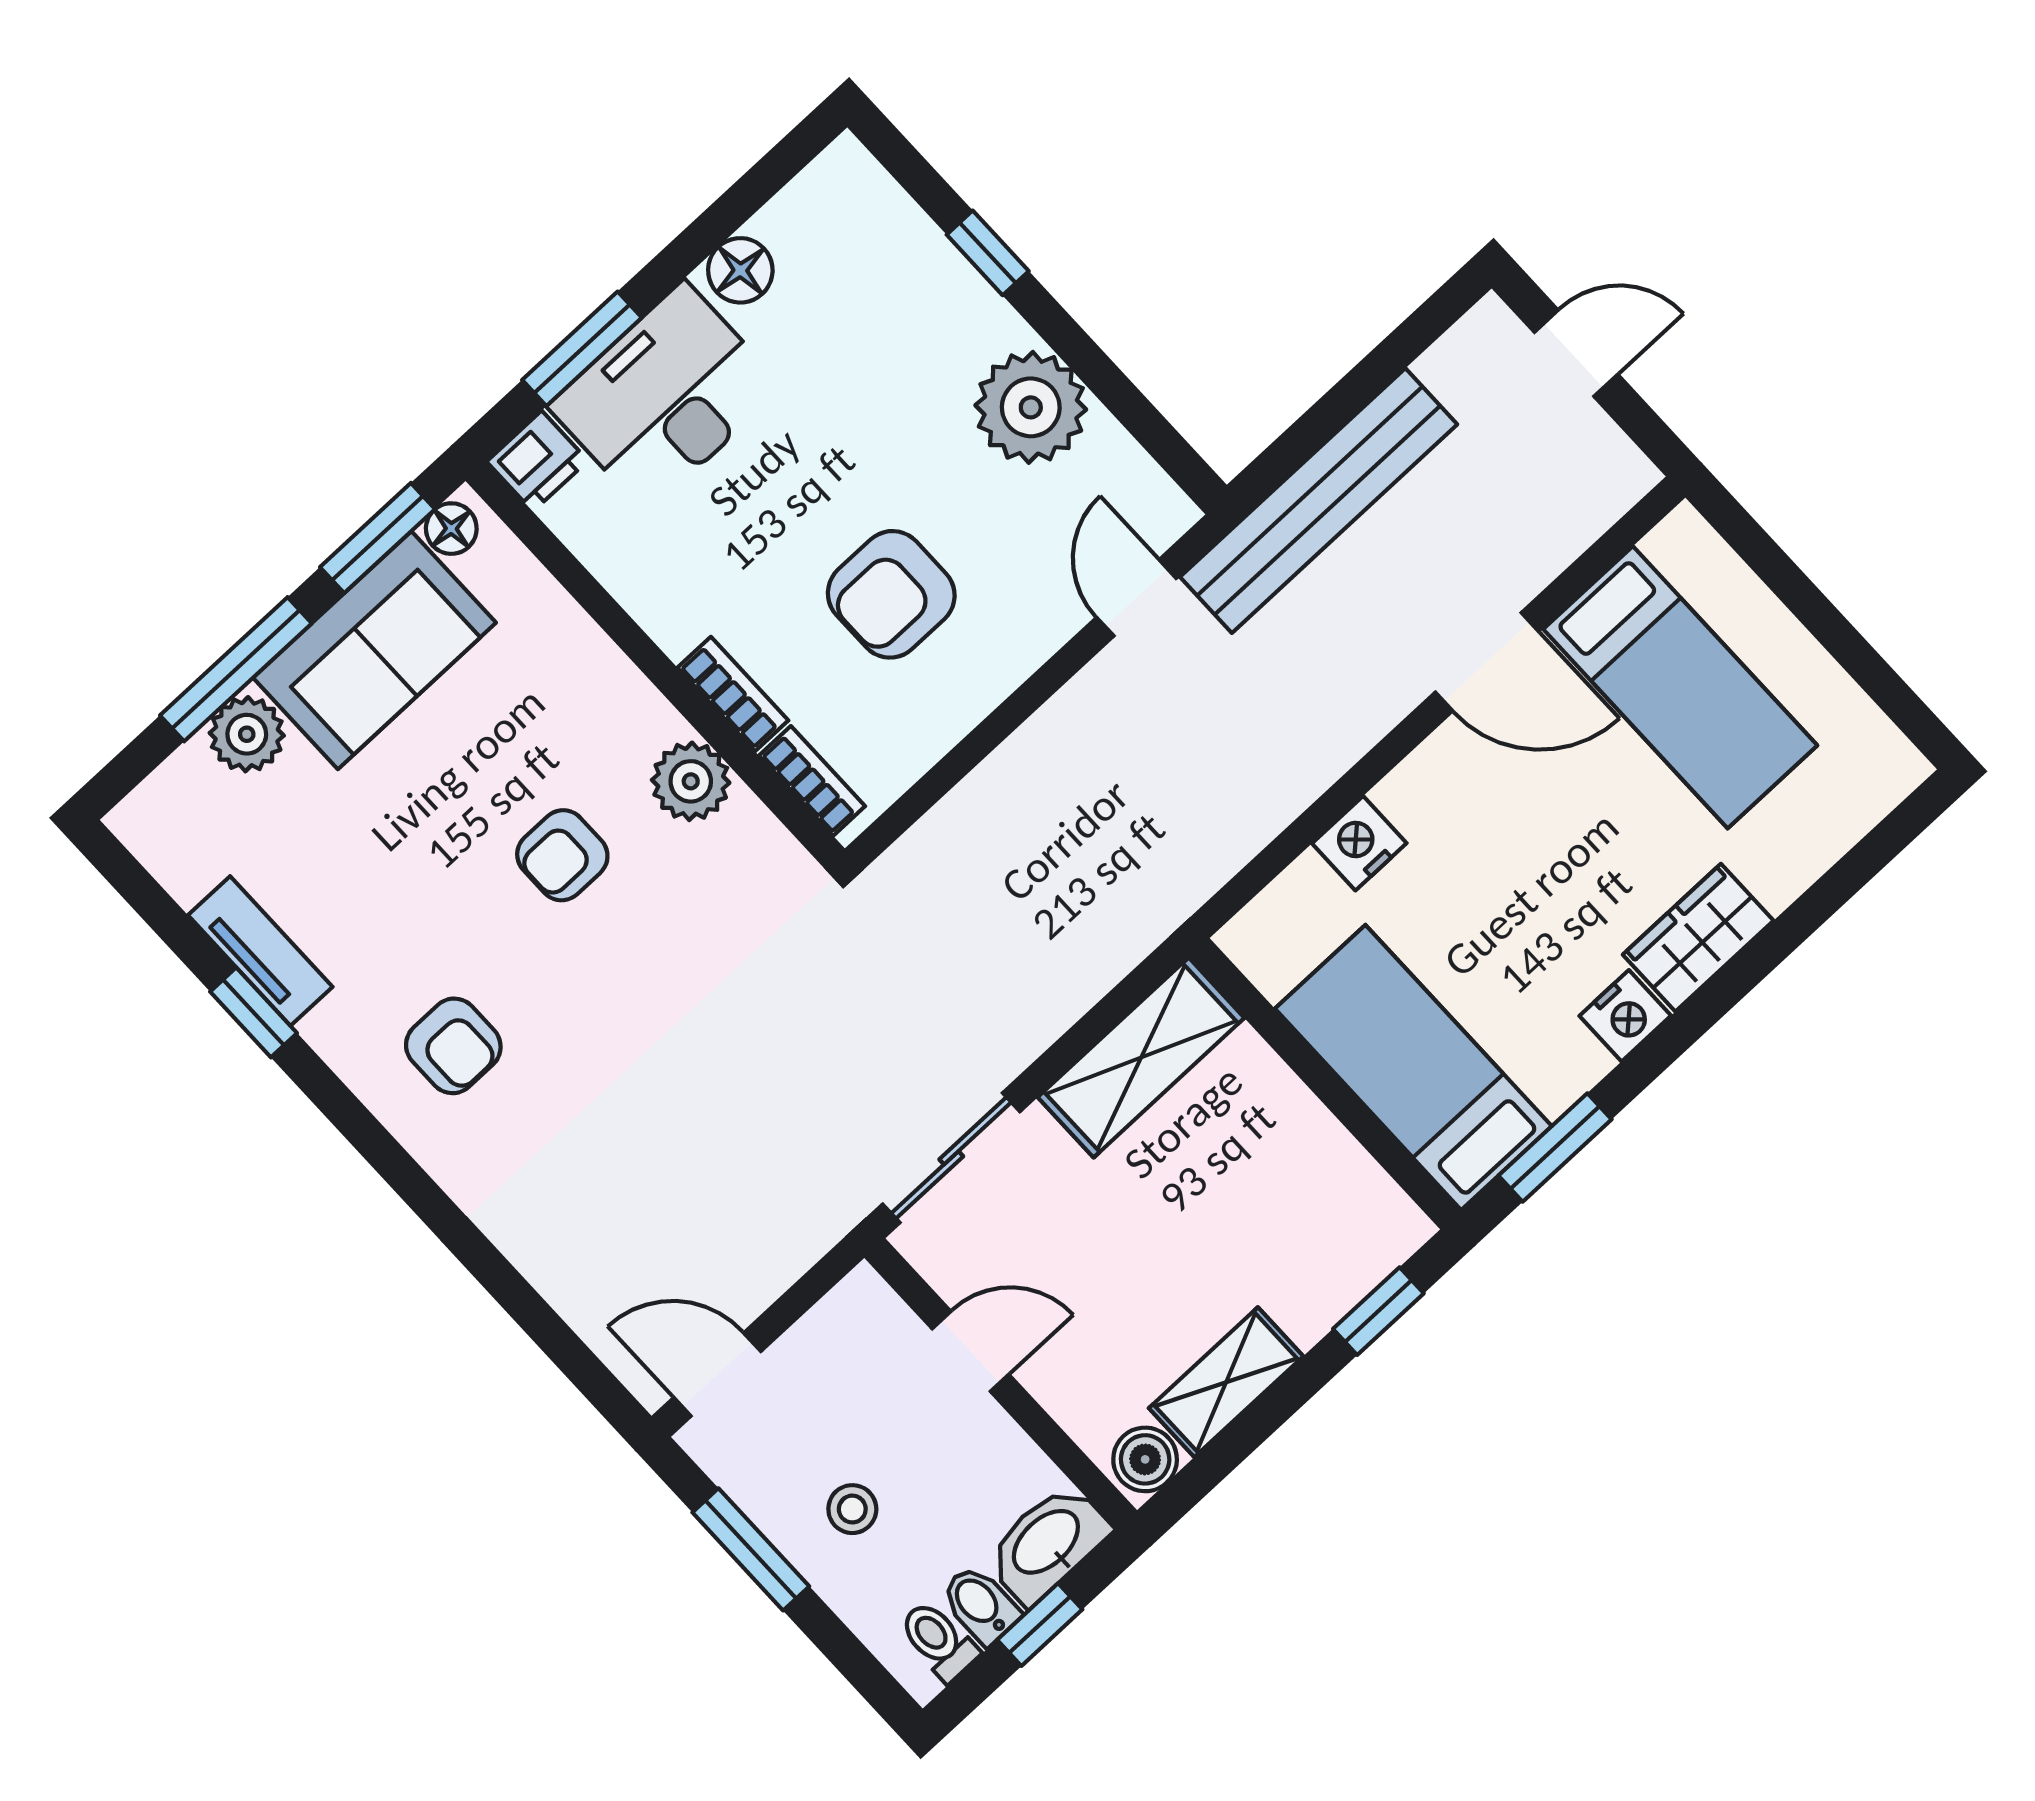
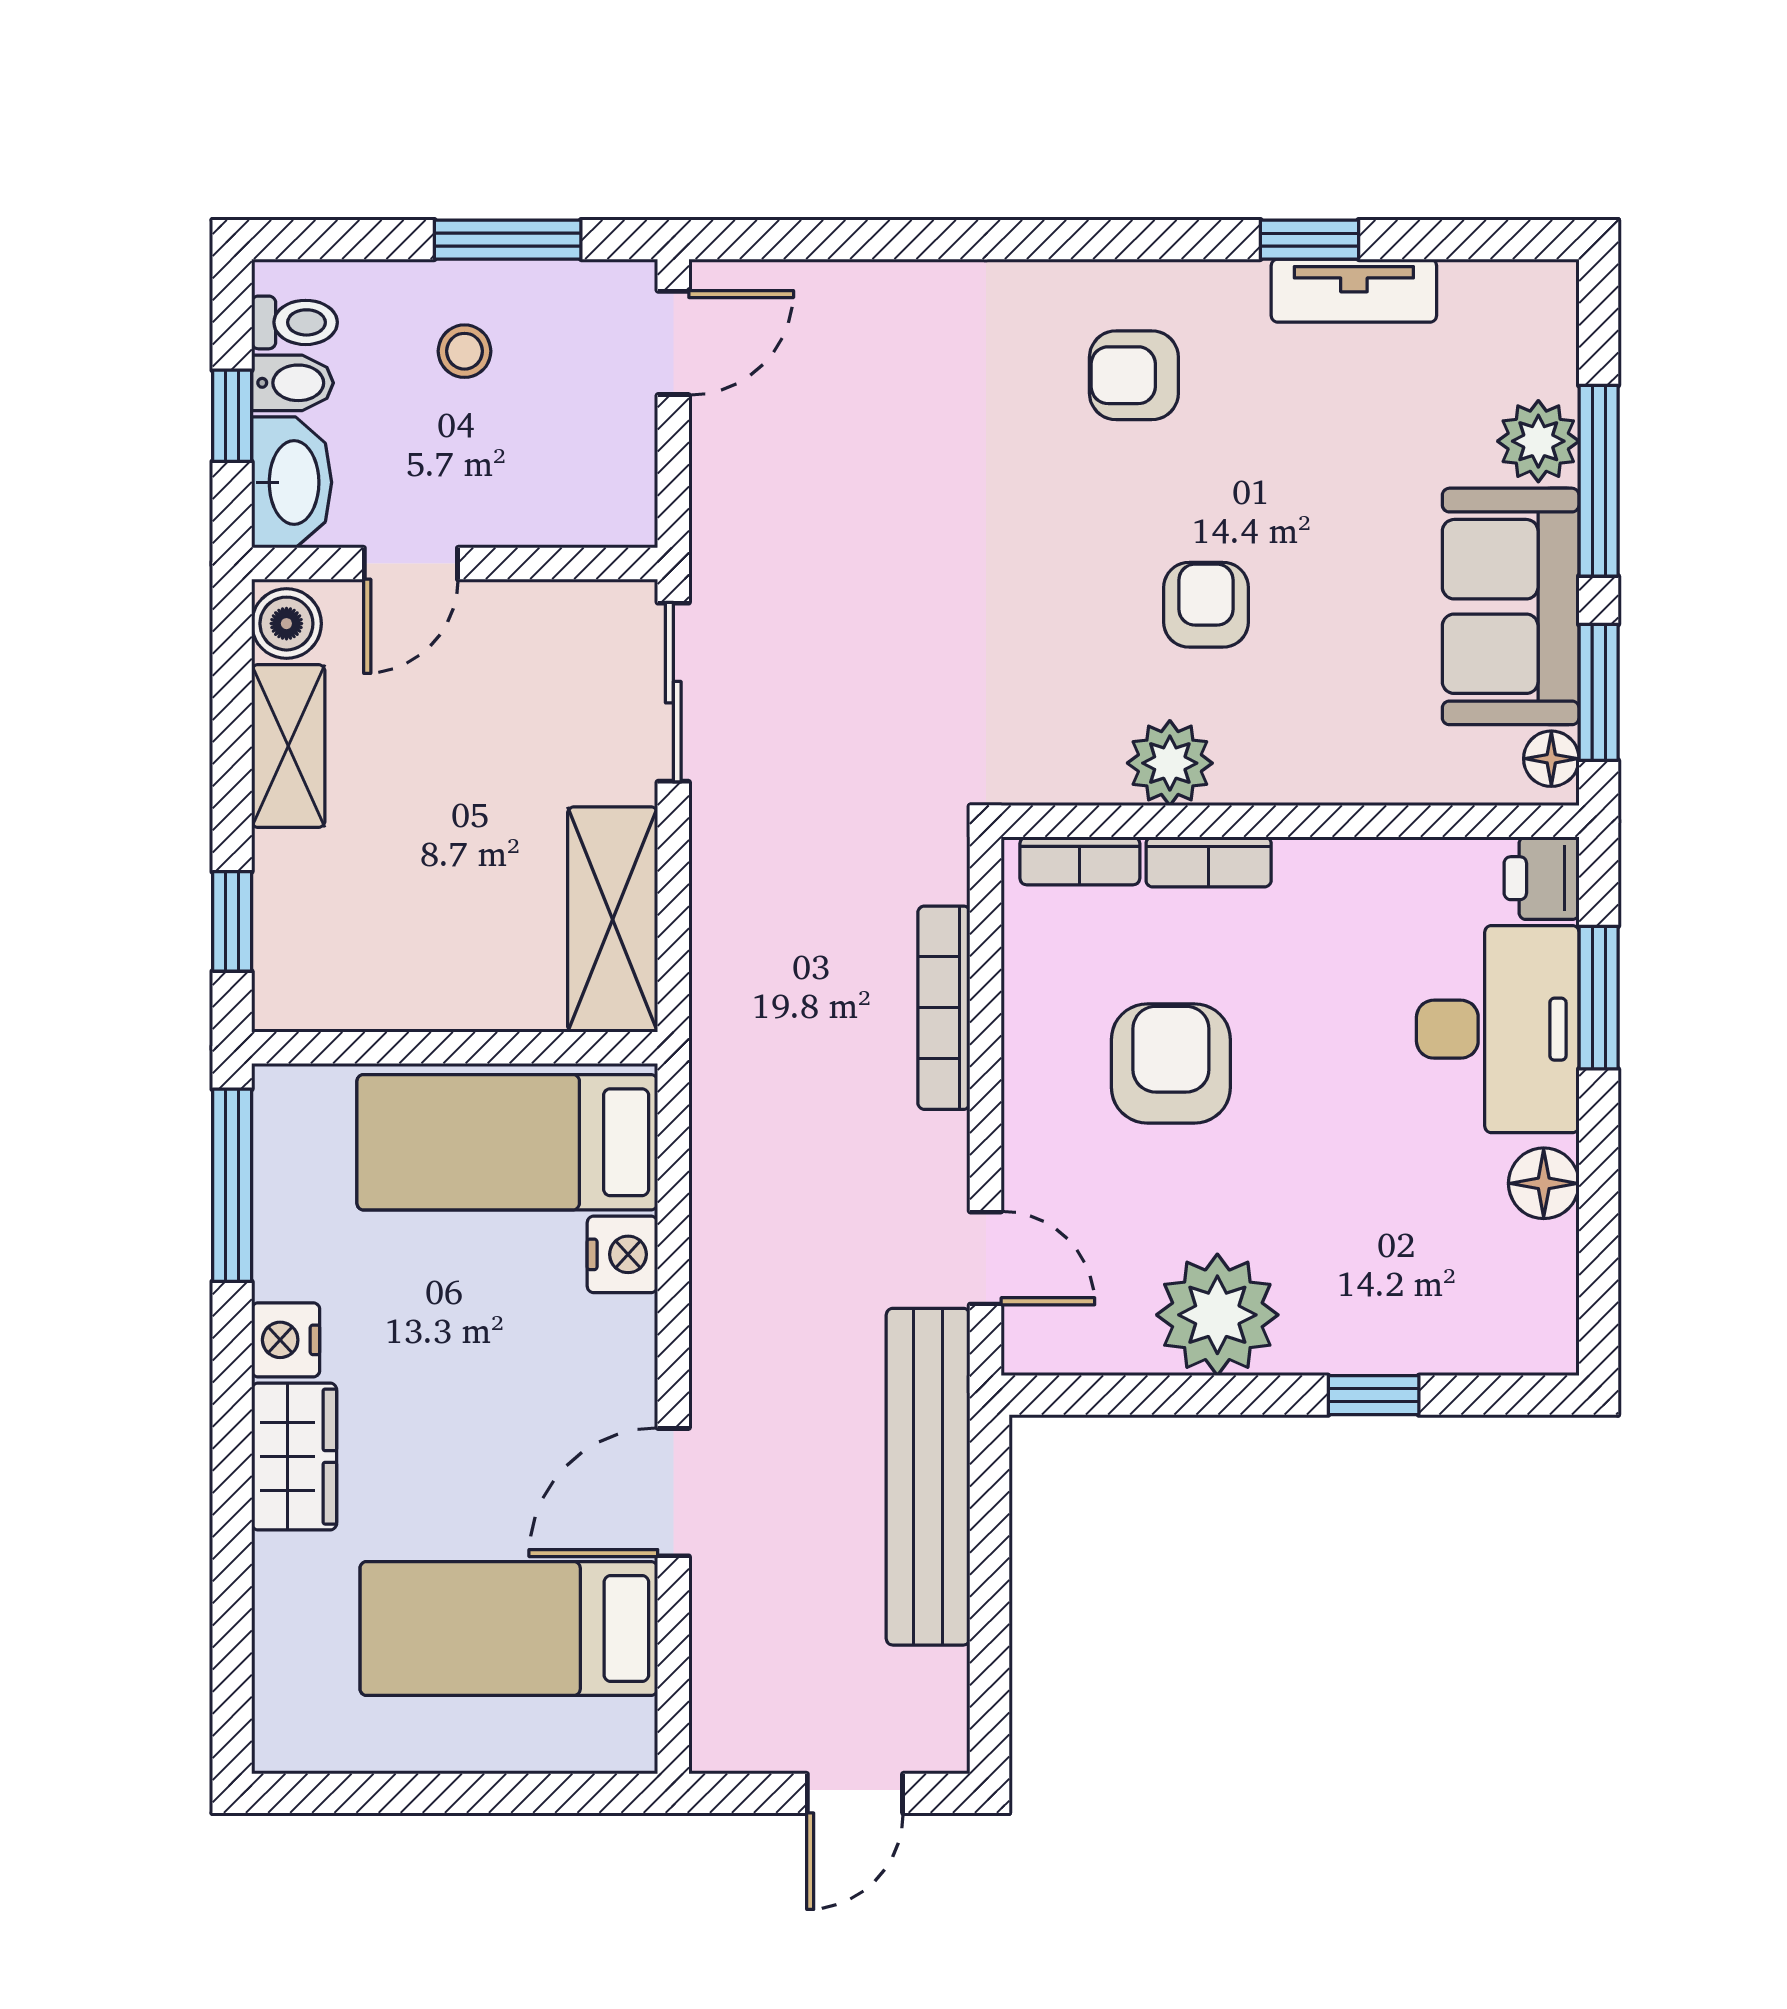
bookcase: (995, 781) -> (944, 1008), added
bed: (1413, 1067) -> (507, 1142), moved, turned 180
window: (1555, 1147) -> (232, 1185), width x1.44
door: (971, 1351) -> (411, 564), moved

